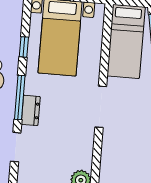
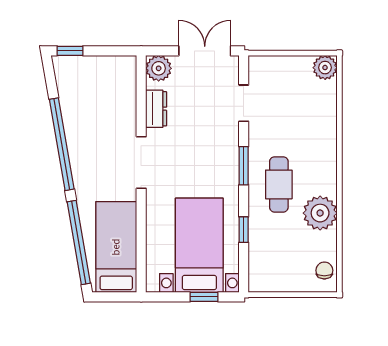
window: (20, 98) -> (244, 166), width x0.69
dresser: (31, 110) -> (156, 109), moved, turned 180

